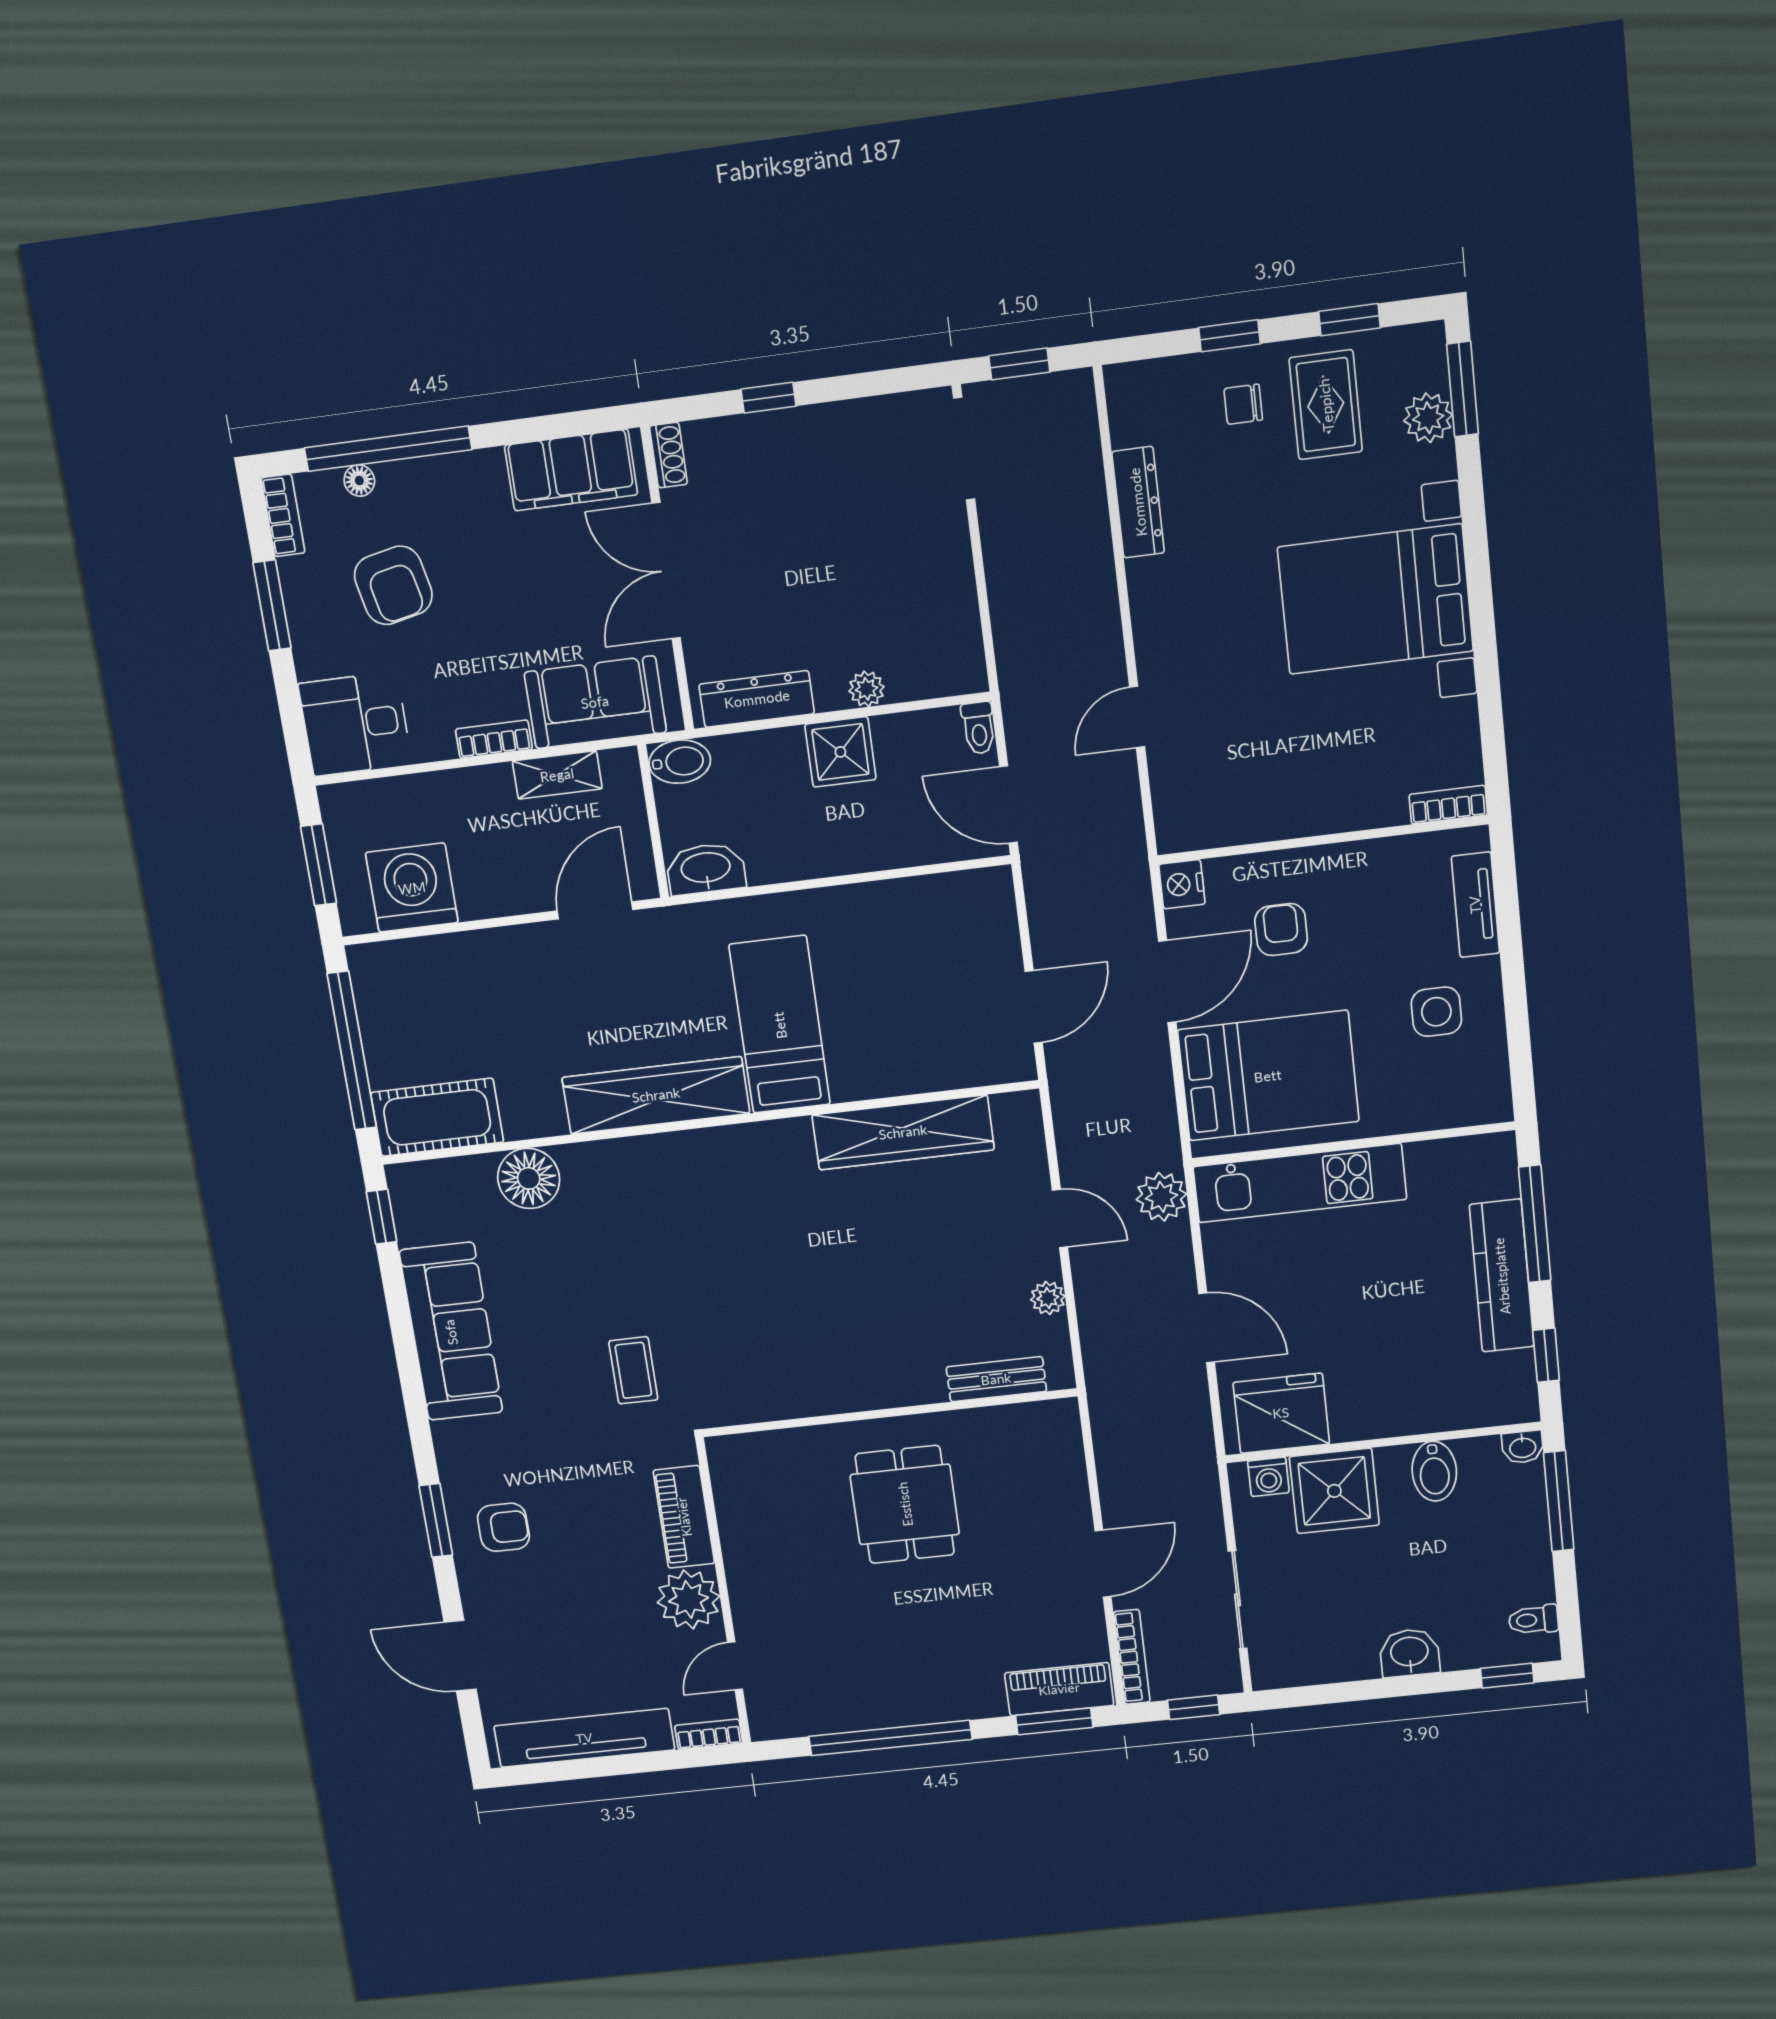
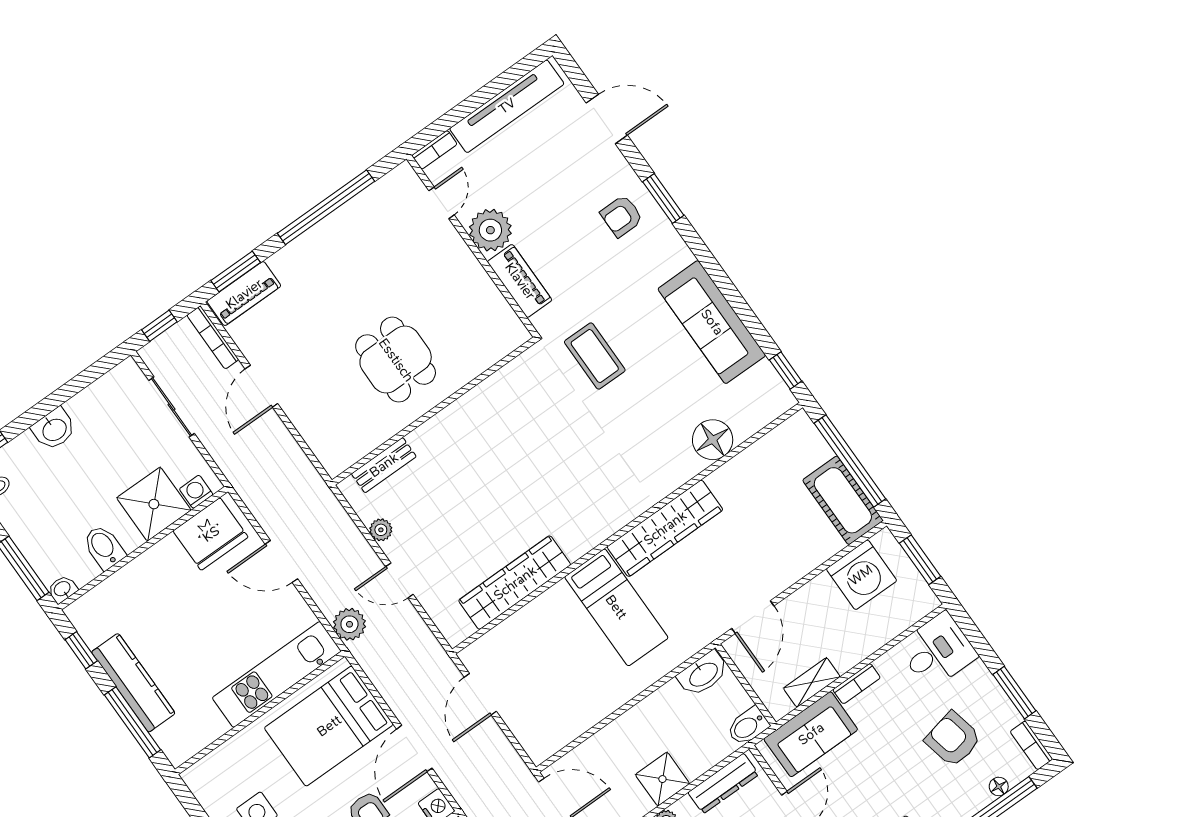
cot: (437, 1117) -> (843, 500), moved, turned 90
coffee table: (633, 1370) -> (595, 356), width x1.36, depth x1.30

